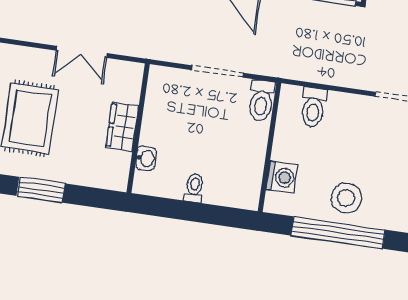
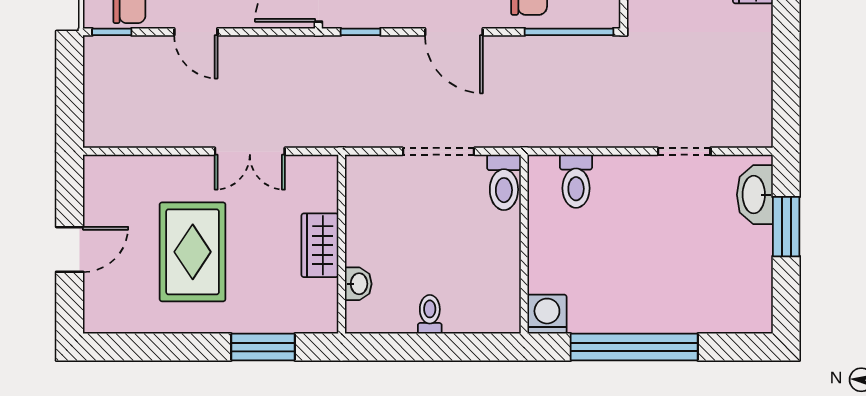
washing machine: (282, 177) -> (547, 314), moved, turned -90
window: (41, 190) -> (263, 347), moved
stool: (346, 198) -> (639, 298), removed

